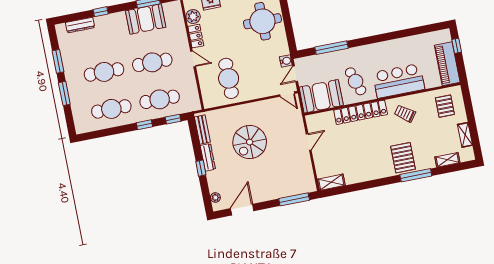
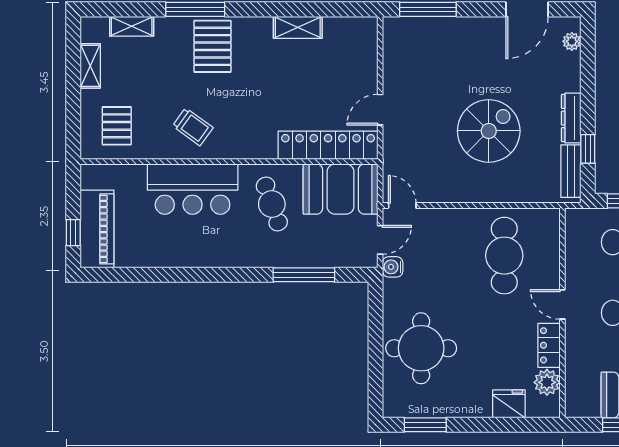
piano: (447, 64) -> (97, 229), moved
locker: (361, 112) -> (328, 145), moved
window: (201, 168) -> (588, 149), moved
shelving: (331, 182) -> (298, 27), moved

